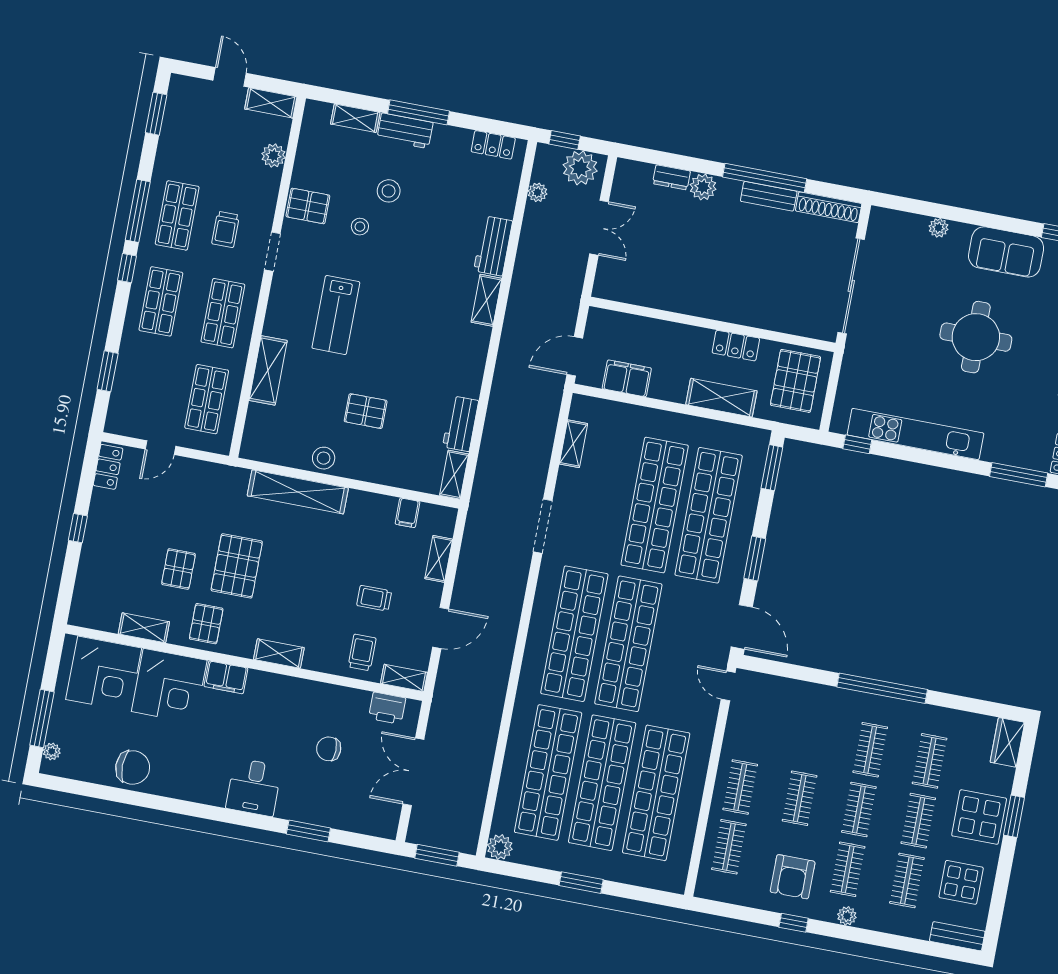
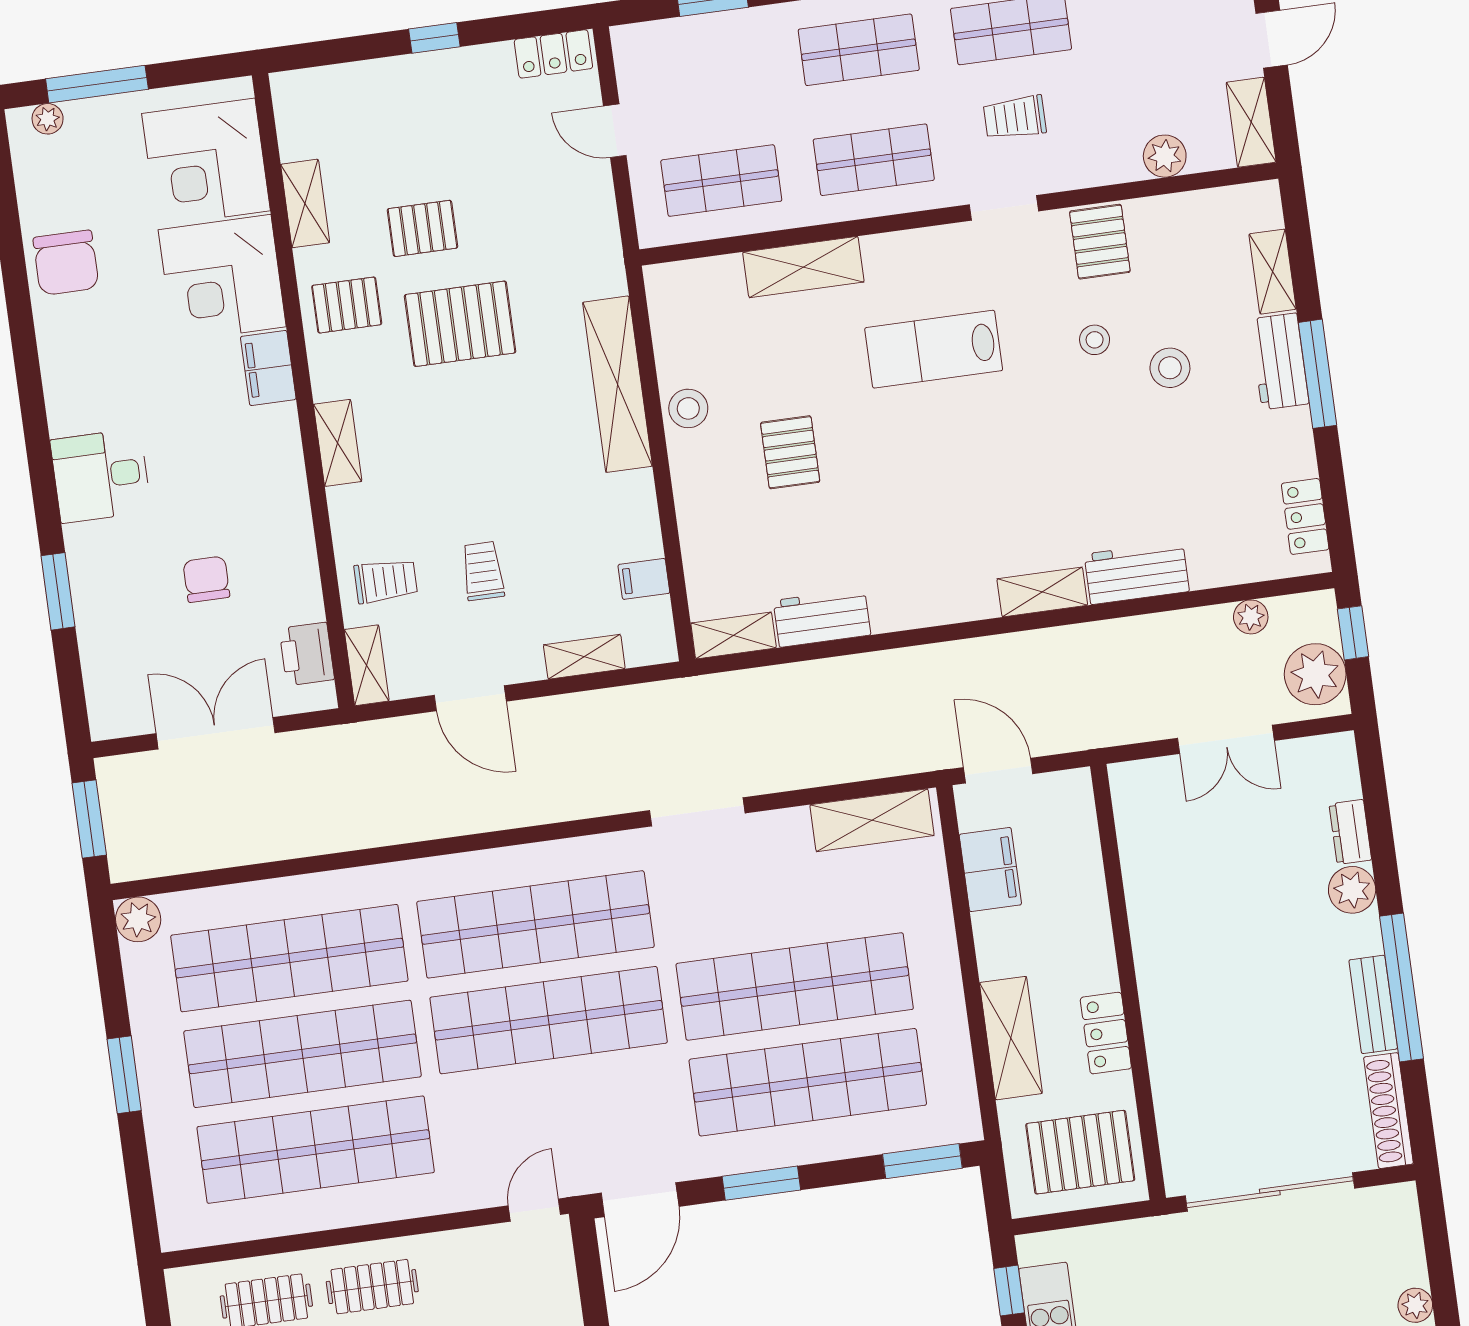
shelving: (573, 444) -> (872, 820), width x1.50, depth x1.33

